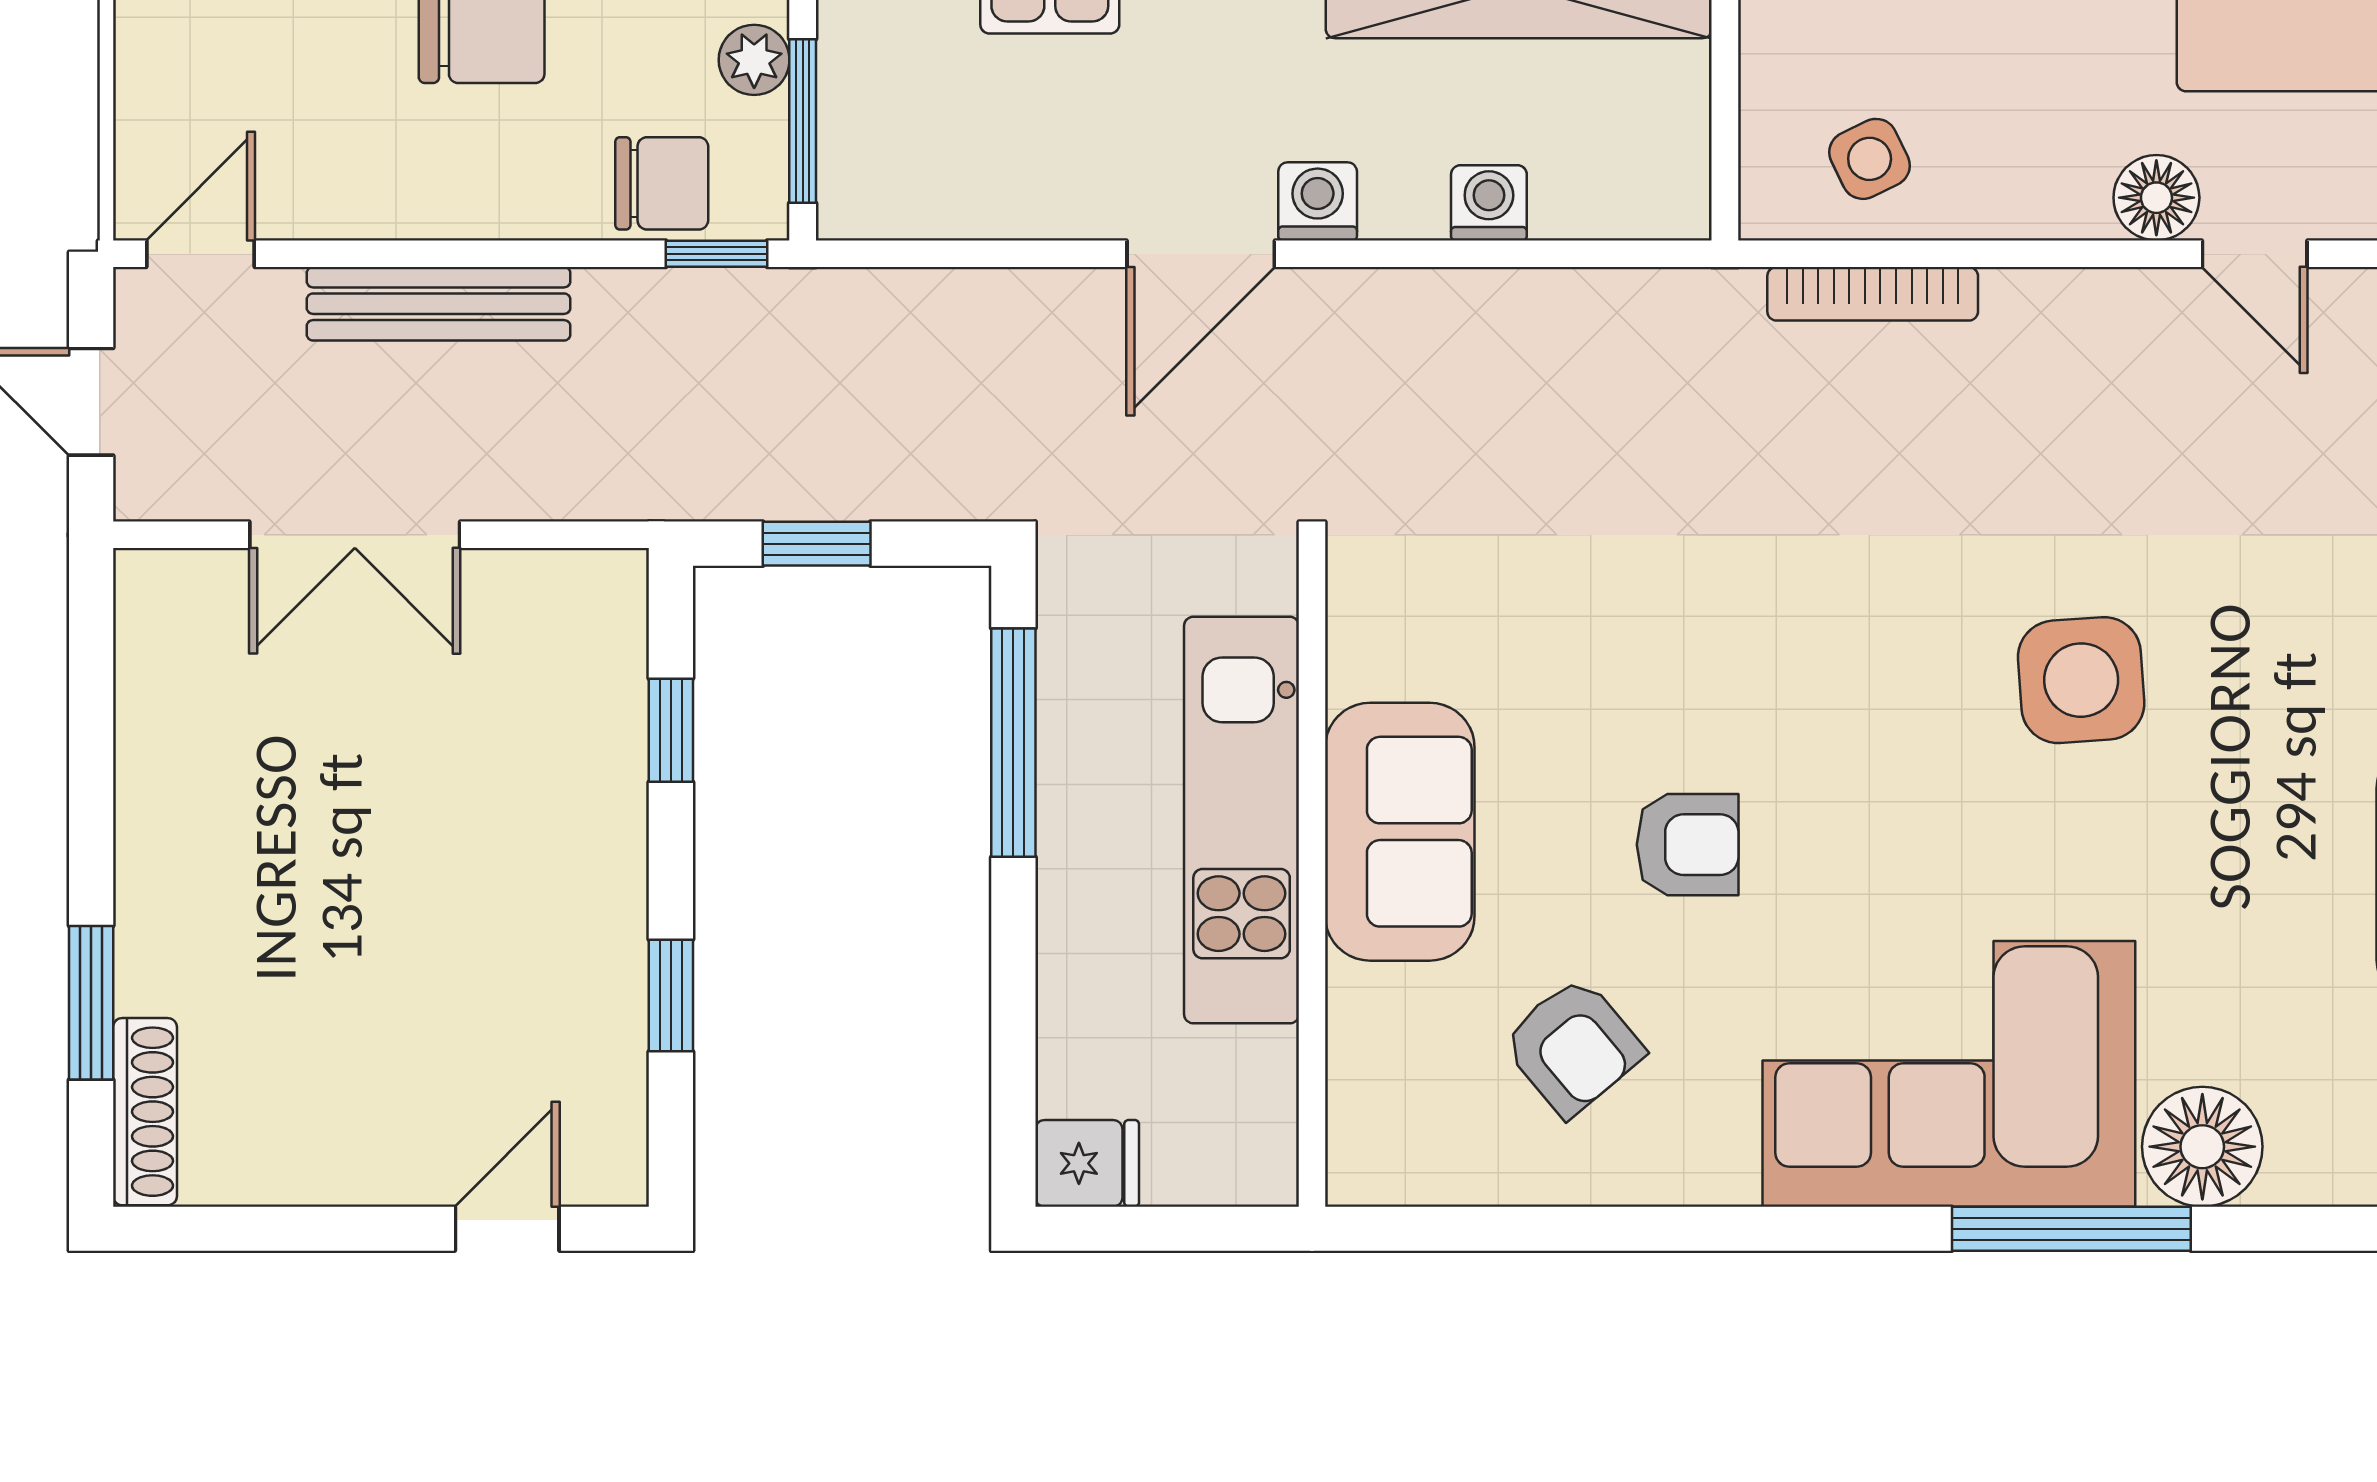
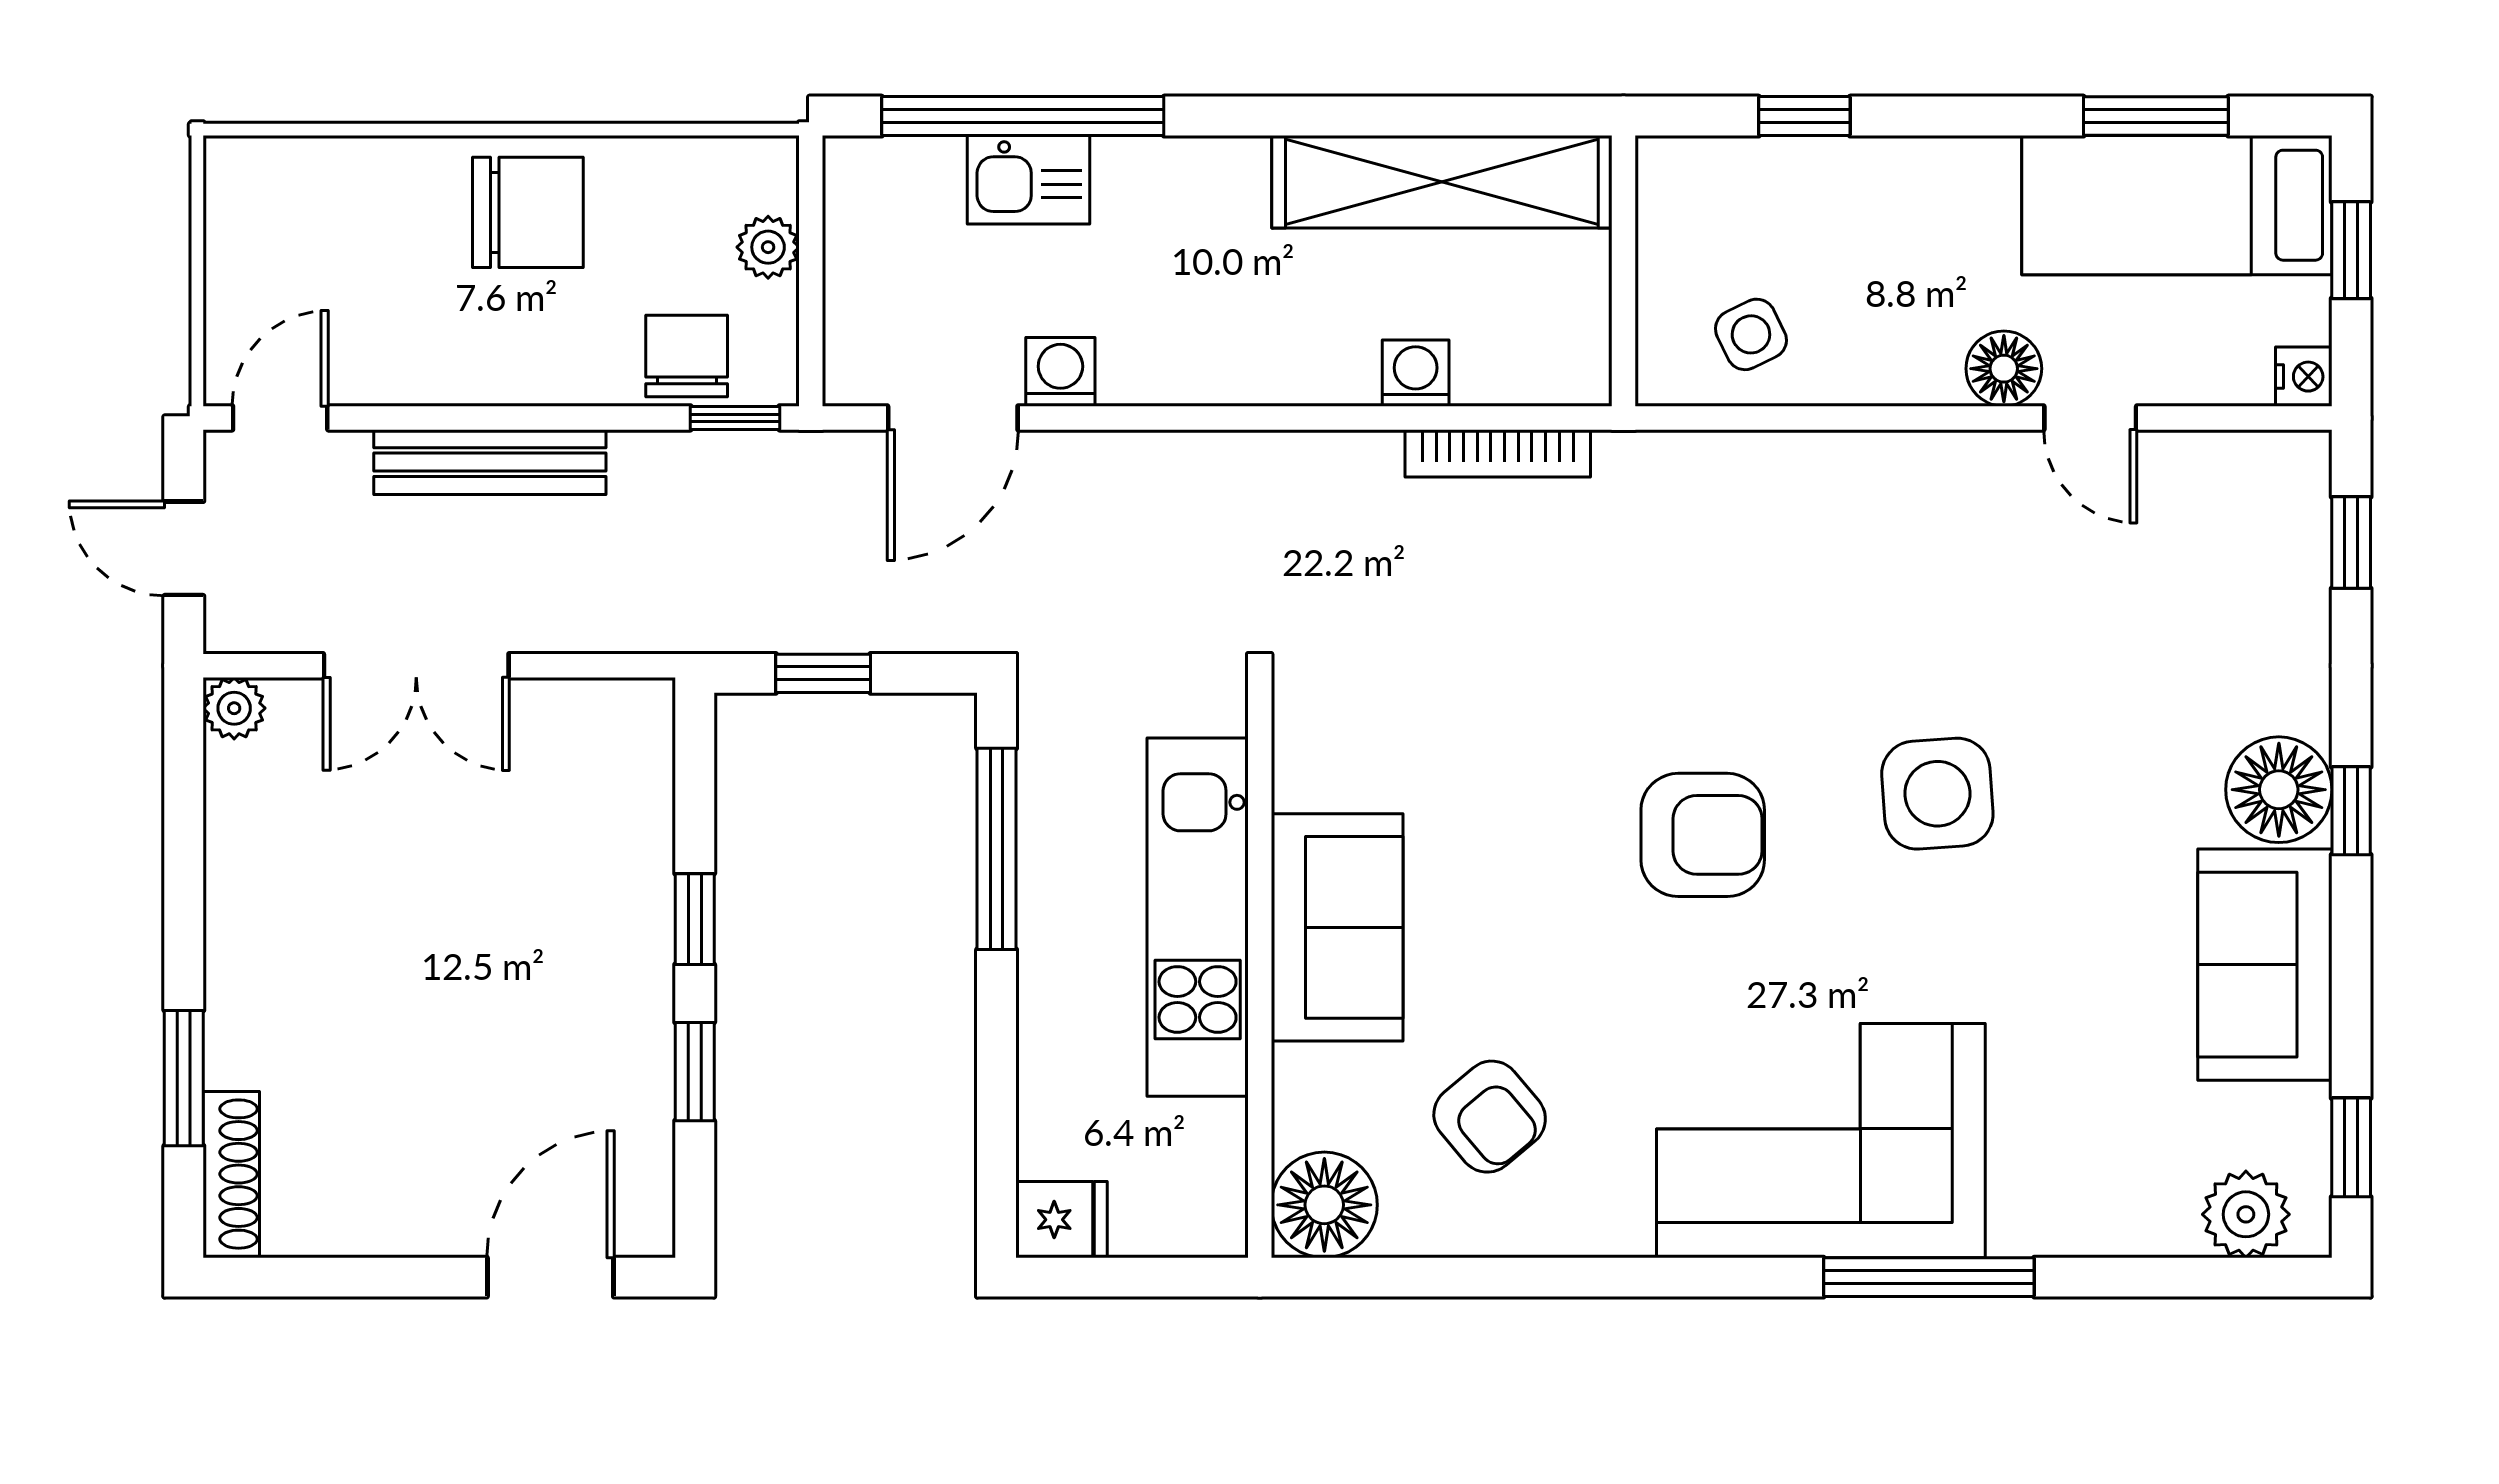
window: (803, 121) -> (811, 301), removed
chair: (662, 183) -> (687, 356), turned -90
washing machine: (1318, 201) -> (1060, 372), moved
door: (1201, 254) -> (953, 418), moved
bookcase: (1873, 294) -> (1498, 453), moved
plant: (148, 583) -> (234, 708), added
window: (671, 730) -> (695, 919), moved
armchair: (1688, 845) -> (1703, 835), moved, width x1.38, depth x1.38
floor lamp: (2202, 1147) -> (1324, 1205), moved
door: (507, 1229) -> (550, 1277), width x1.37

